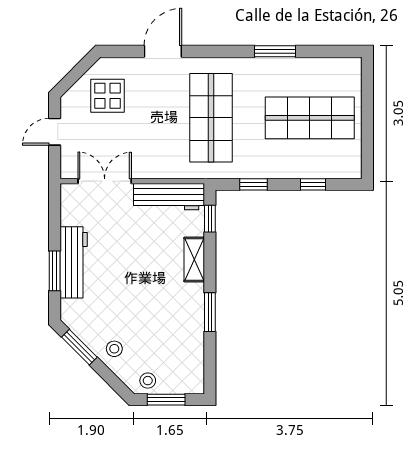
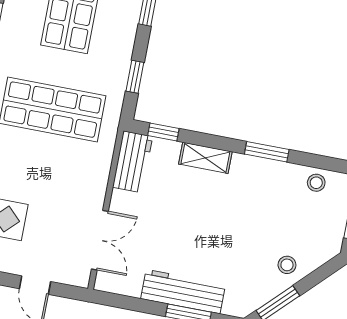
double door: (105, 181) -> (100, 240), swing flipped
workbench: (169, 197) -> (133, 162), width x0.73
stool: (148, 381) -> (316, 183), moved

